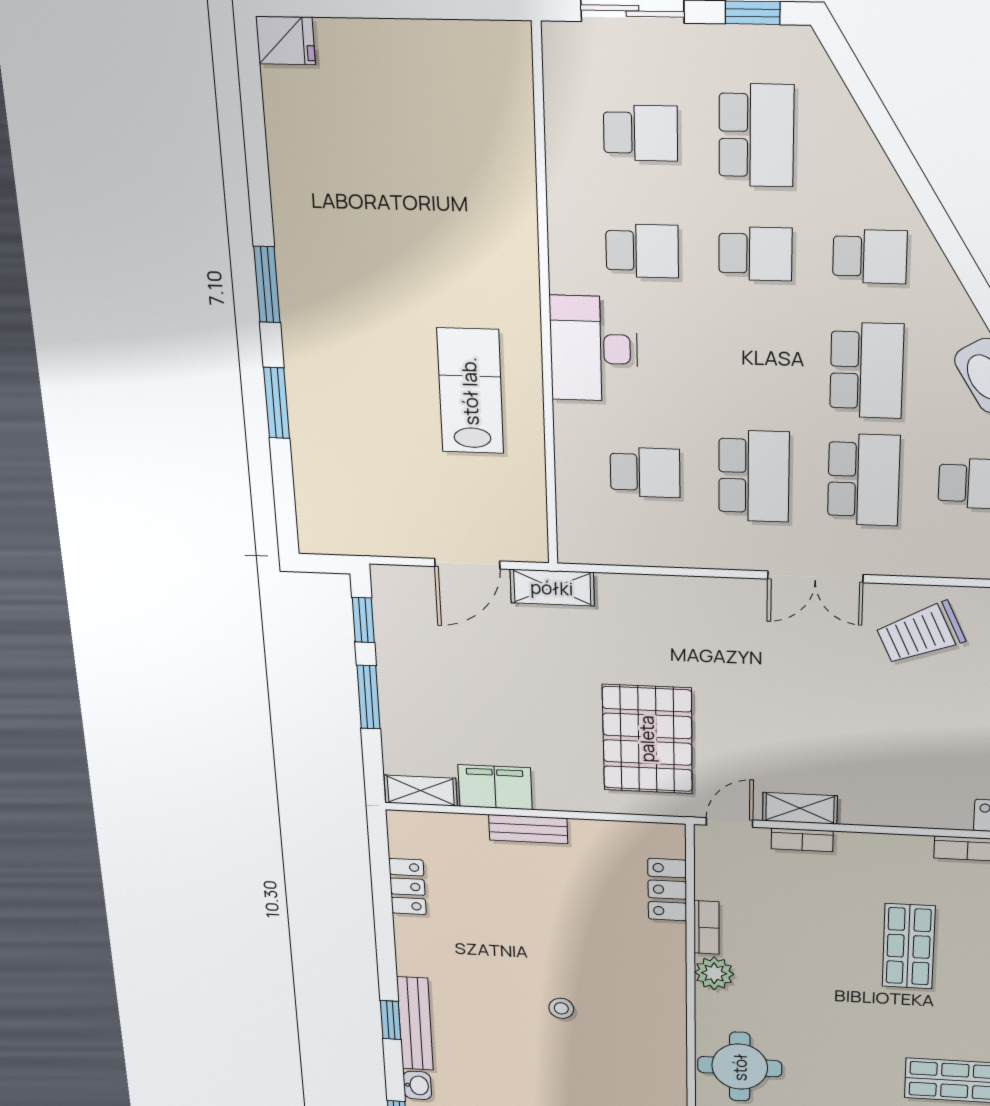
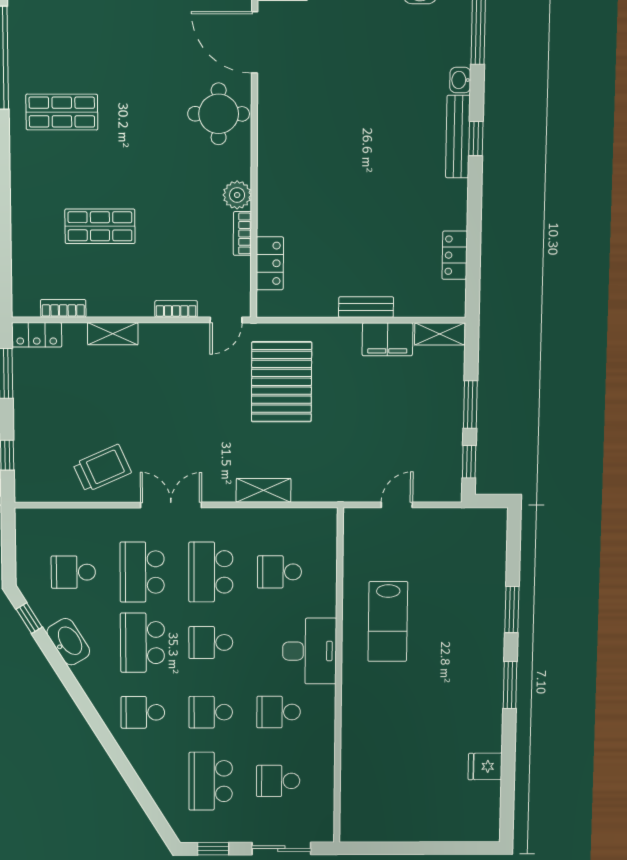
fridge: (286, 40) -> (485, 766), moved
school desk: (755, 367) -> (211, 642), added
door: (467, 564) -> (397, 505), width x0.73
shelving: (552, 588) -> (264, 490), moved
shelving: (800, 808) -> (113, 334), moved
shop shelf: (909, 946) -> (100, 226), turned 90
stool: (561, 1008) -> (349, 157), removed

